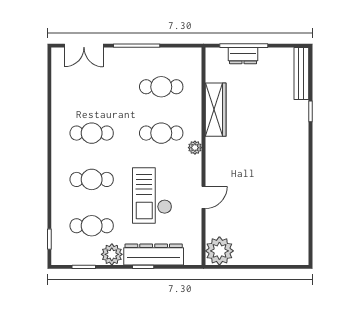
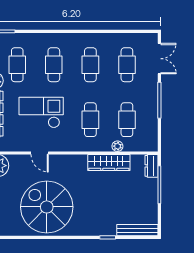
double door: (84, 46) -> (159, 59), swing flipped
dresser: (243, 56) -> (151, 166), moved
cafe table: (92, 87) -> (127, 65), added
plant: (195, 148) -> (117, 146), moved
spiral stairs: (272, 188) -> (47, 207), added

